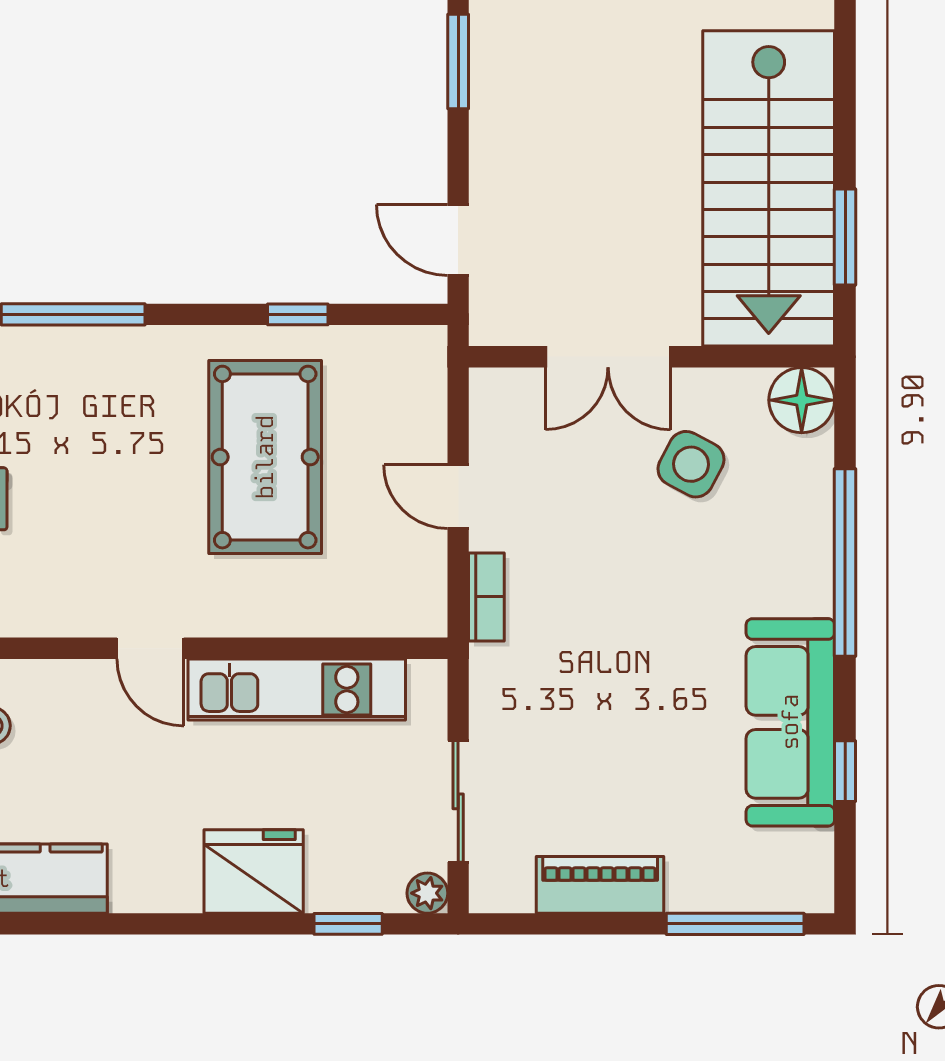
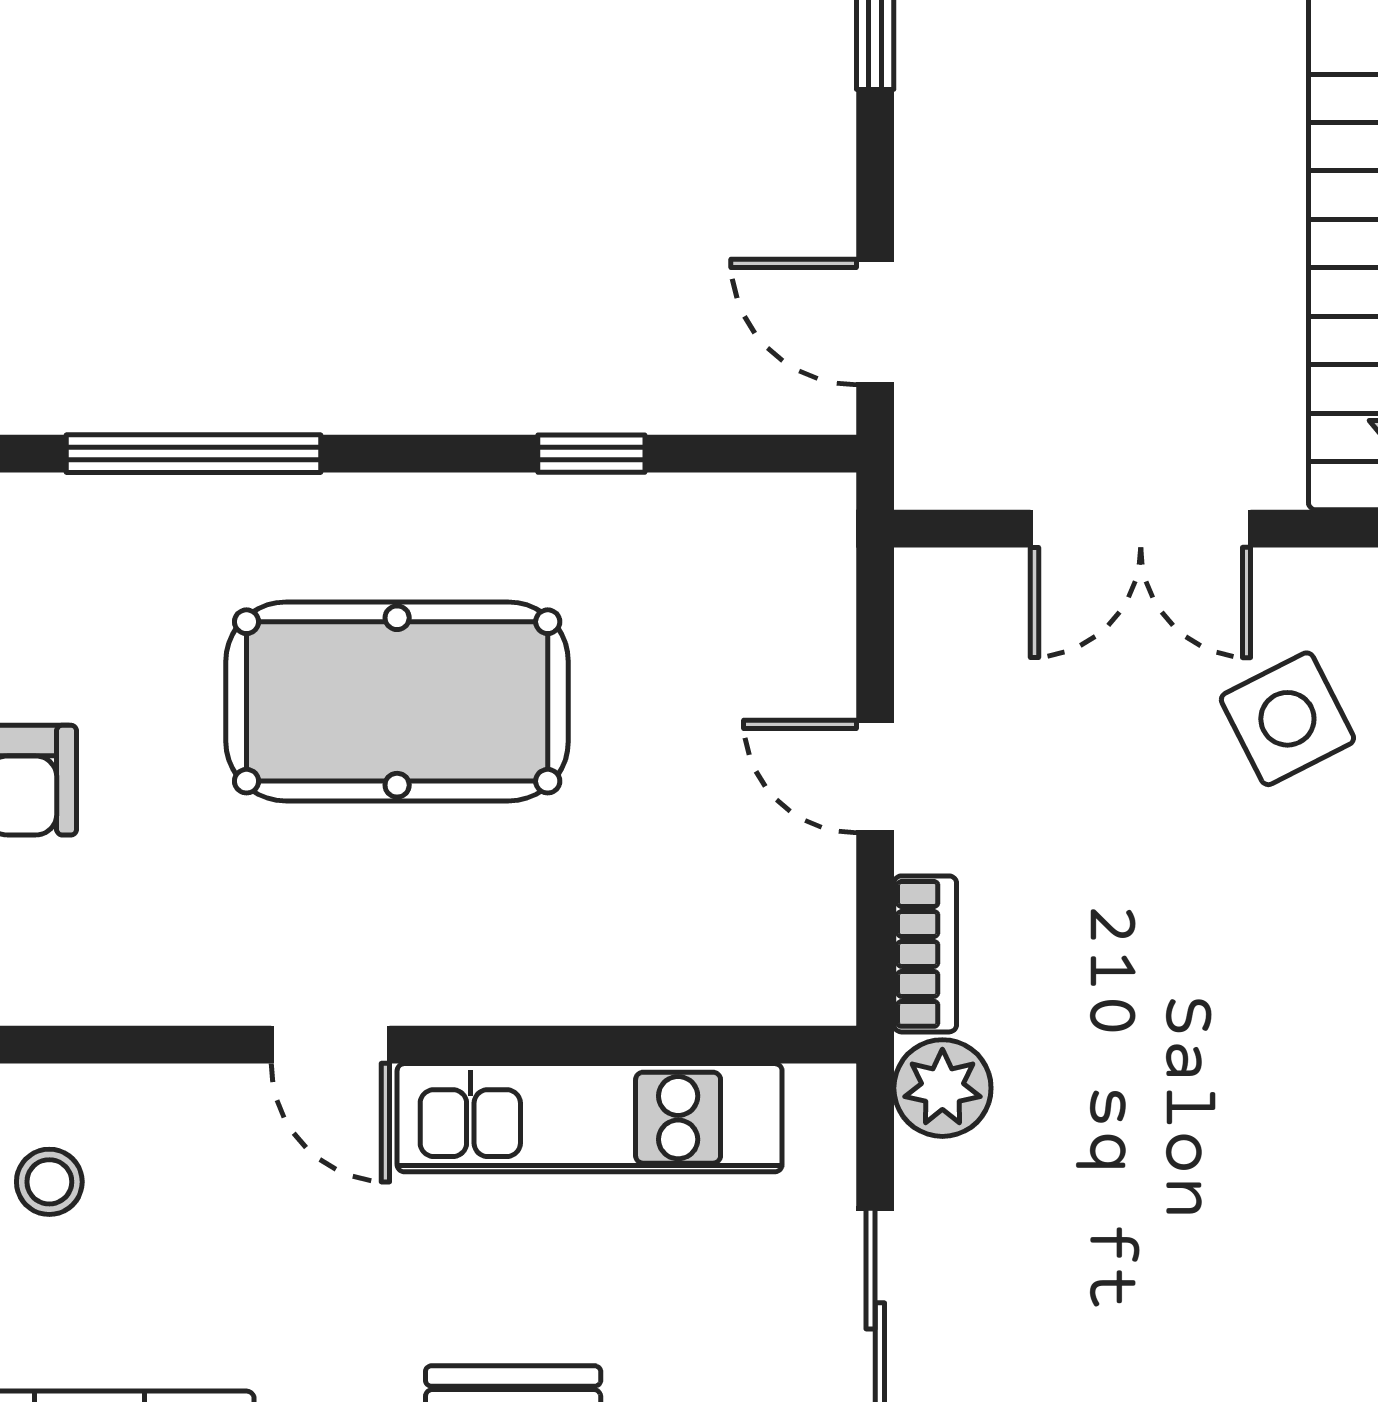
pool table: (265, 457) -> (397, 701), moved, turned 90
side table: (691, 464) -> (1287, 719), turned 35
plant: (496, 673) -> (942, 1088), added

